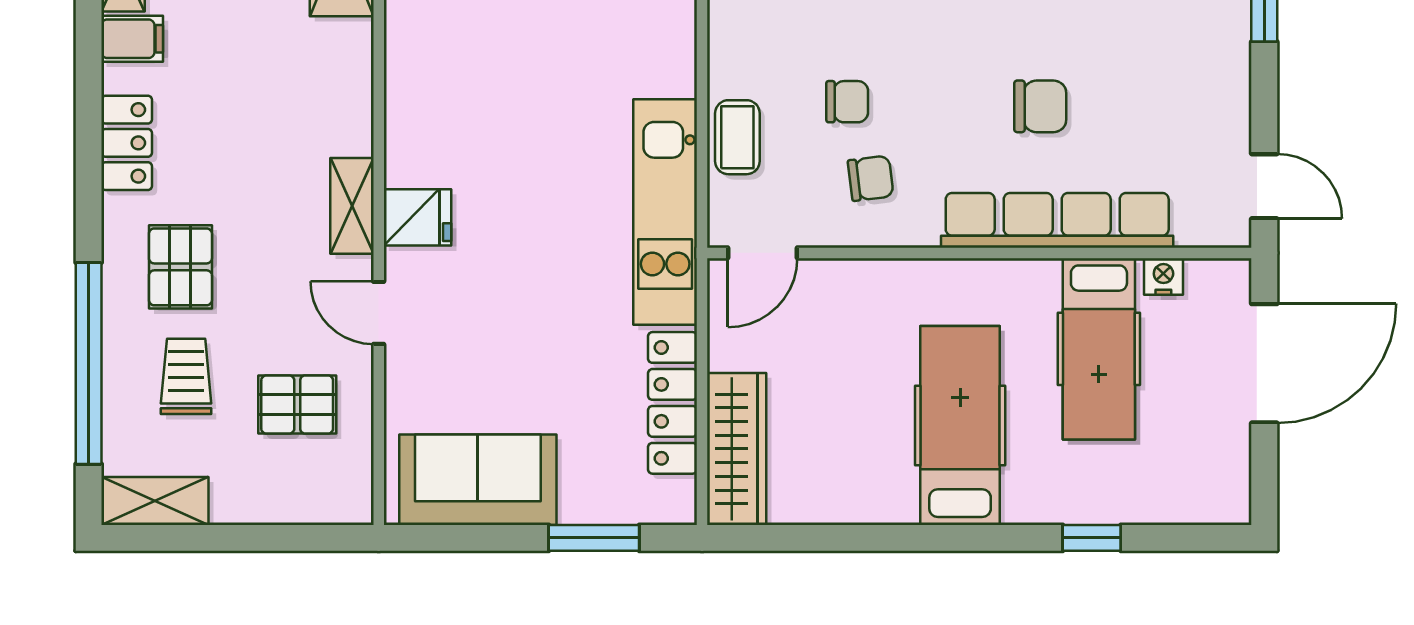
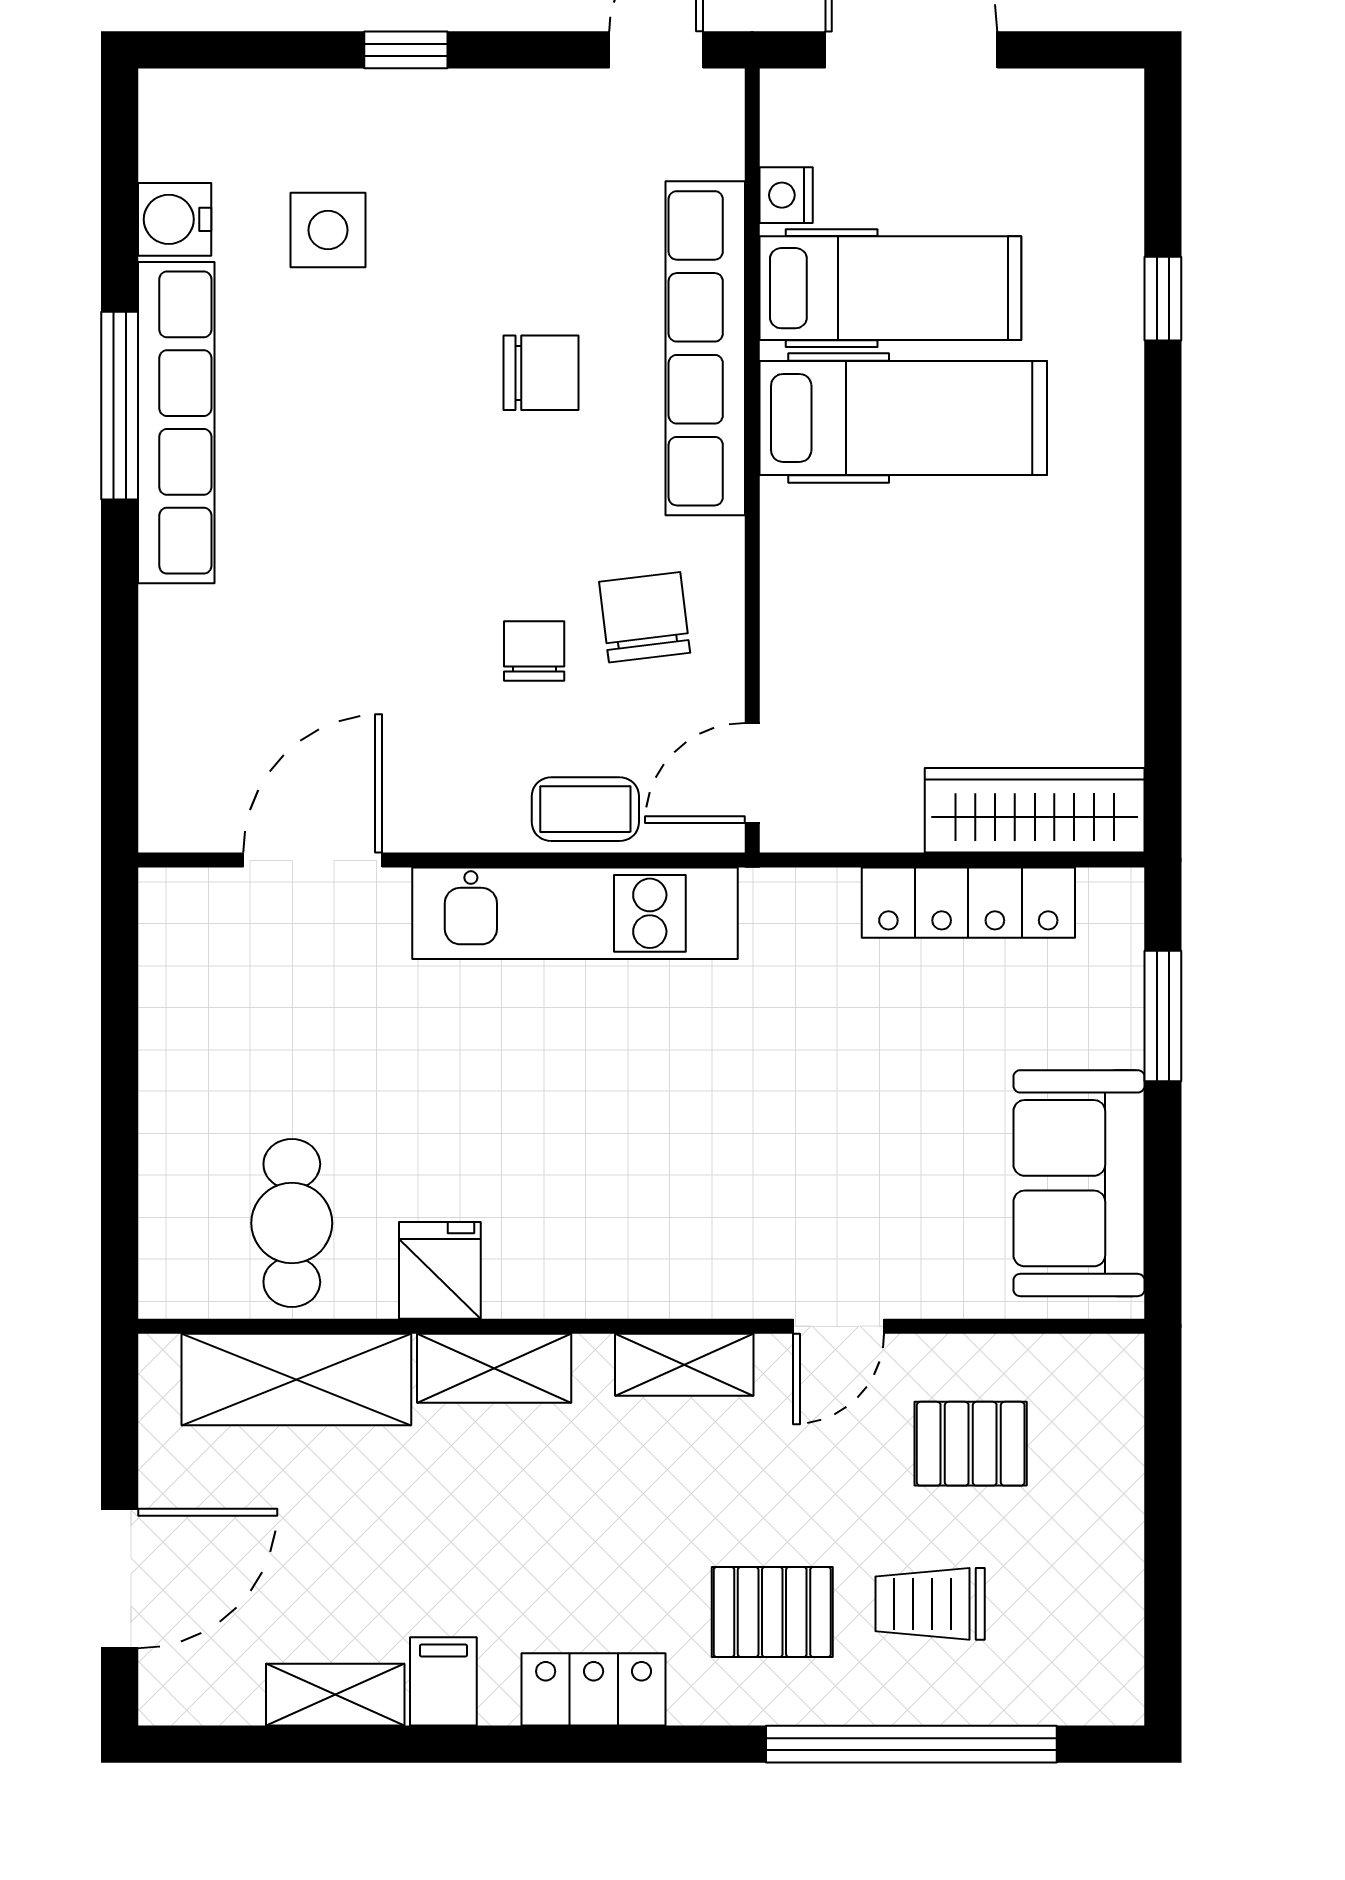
chair: (1040, 106) -> (541, 373), turned 90
chair: (871, 178) -> (645, 617), width x1.37, depth x1.37
kitchen unit: (665, 212) -> (575, 913), moved
fridge: (418, 217) -> (440, 1270), moved
door: (763, 253) -> (752, 773), swing flipped
pallet: (297, 405) -> (971, 1444), turned 90
hospital bed: (960, 425) -> (903, 418), moved, turned 180
shelving: (155, 501) -> (494, 1368), moved, turned 90

